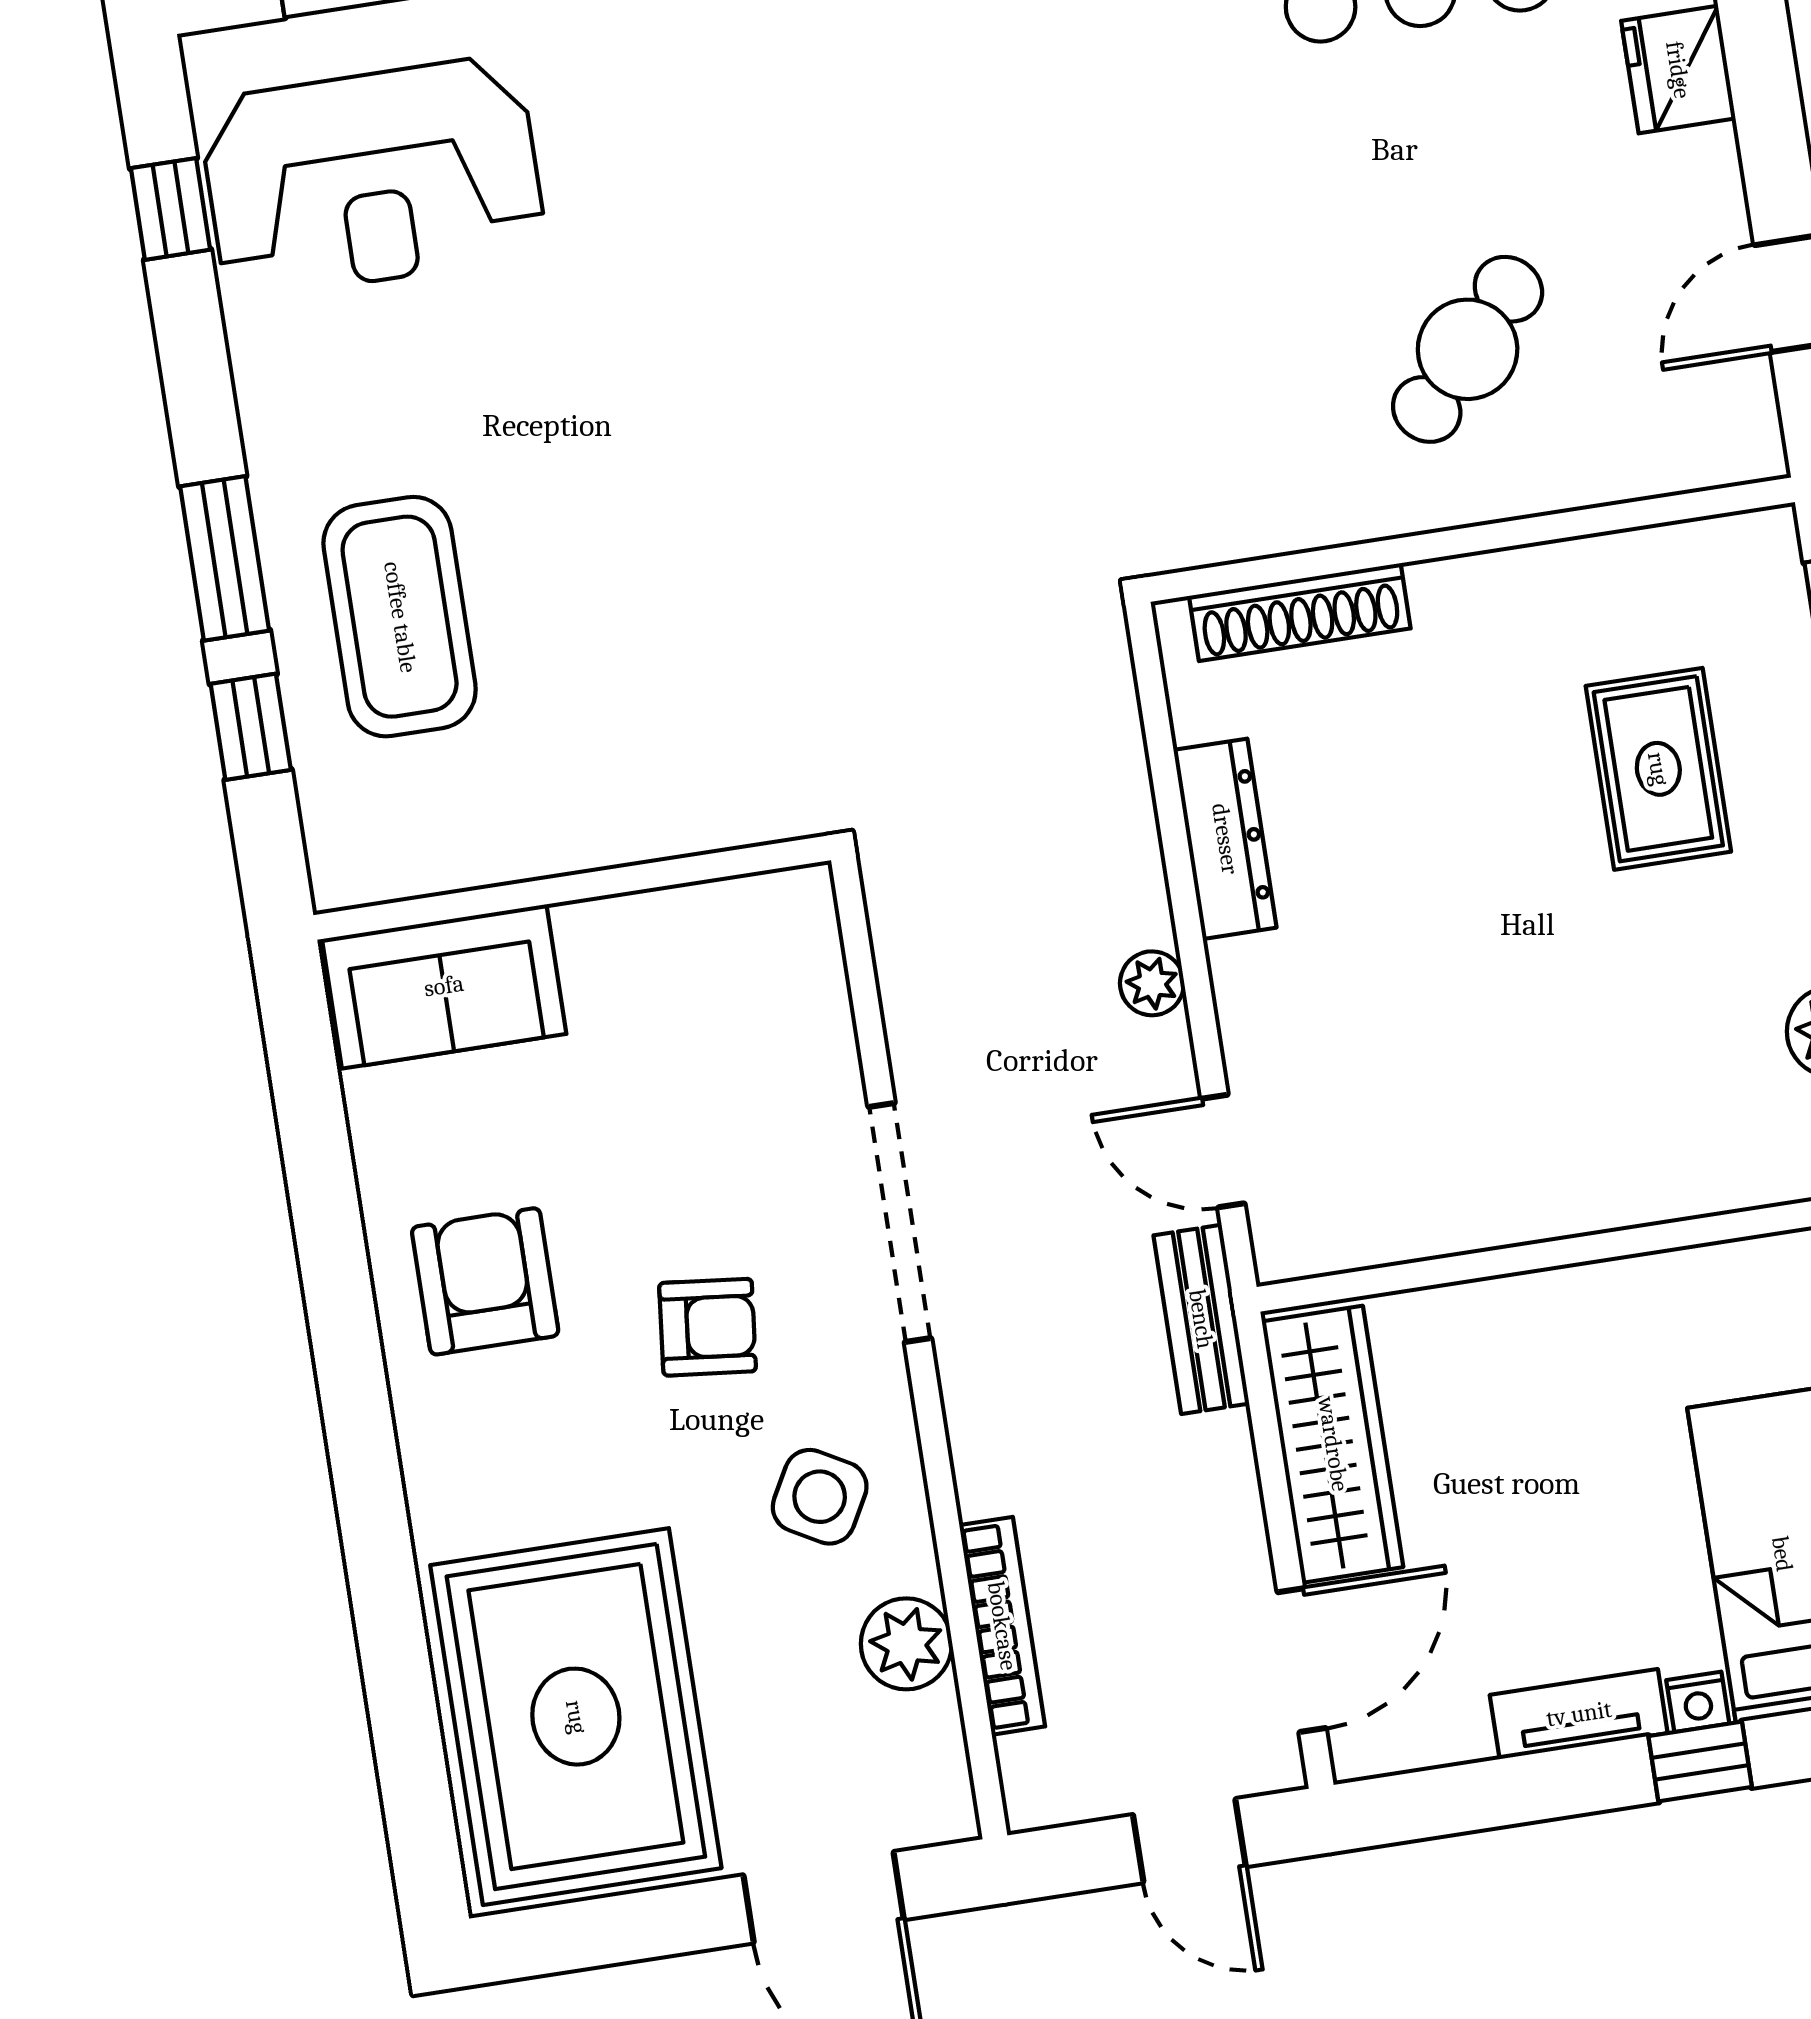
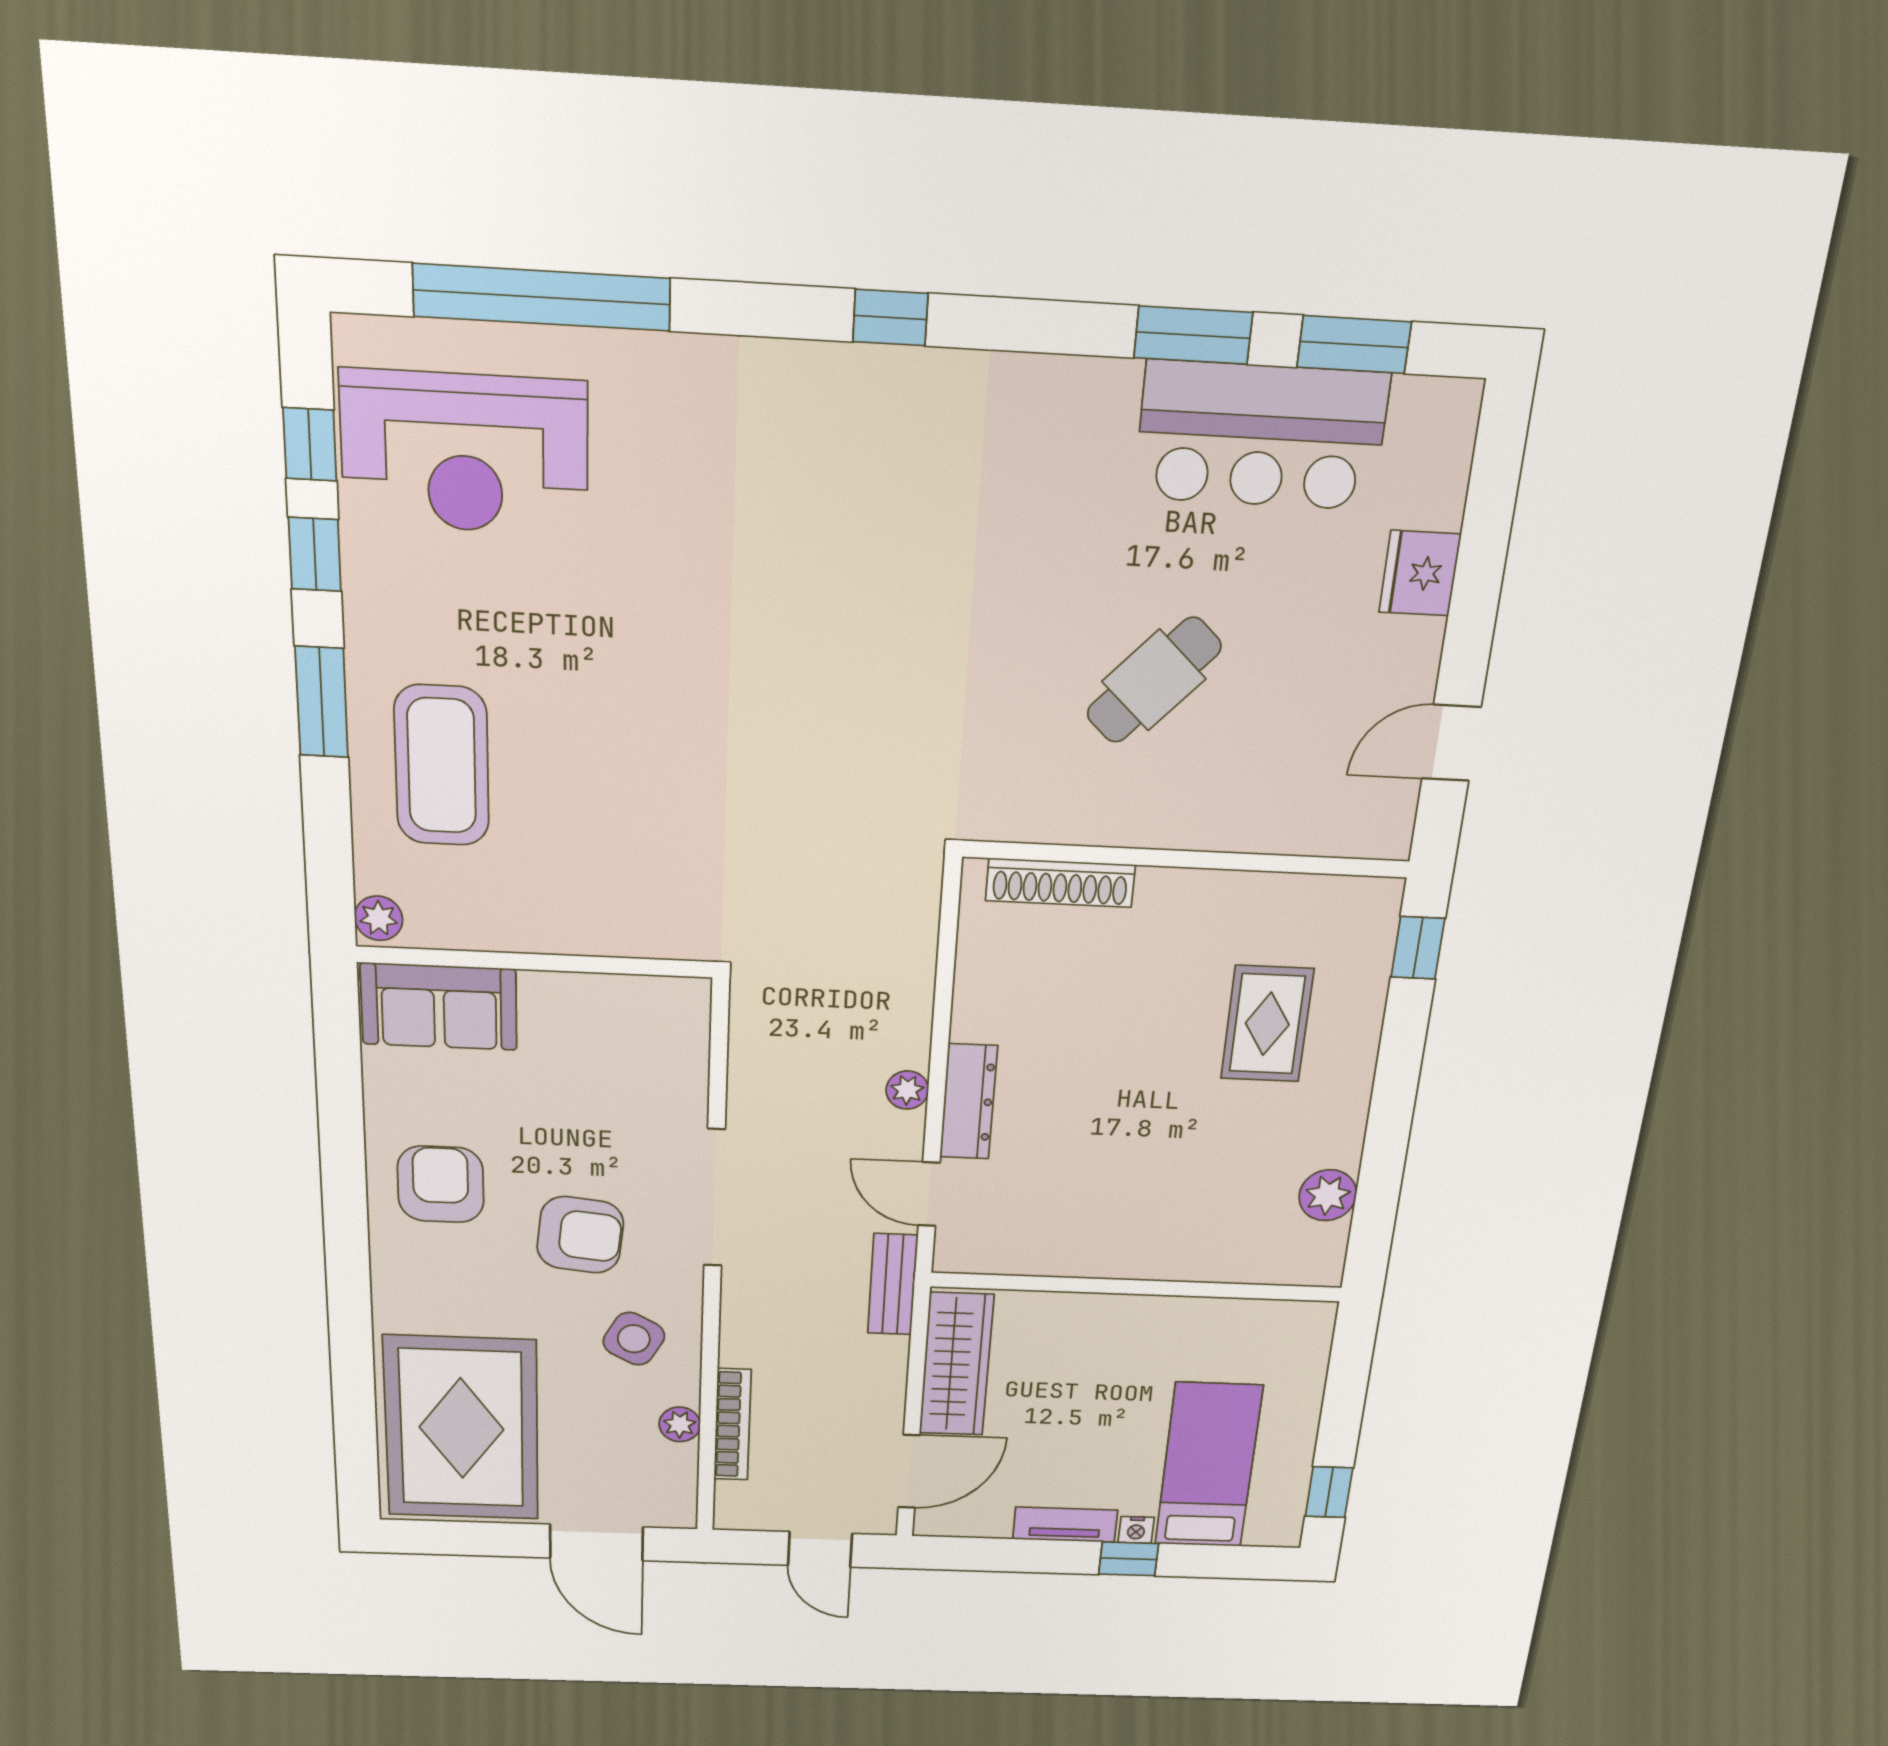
cafe table: (1468, 349) -> (1154, 680), moved
window: (251, 727) -> (315, 554), moved
dresser: (1225, 839) -> (969, 1102), moved
plant: (340, 865) -> (379, 918), added
armchair: (708, 1327) -> (580, 1235), width x1.38, depth x1.38
plant: (906, 1644) -> (680, 1424), width x0.73, depth x0.73

